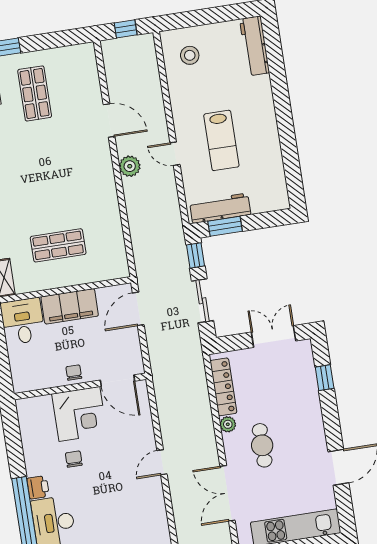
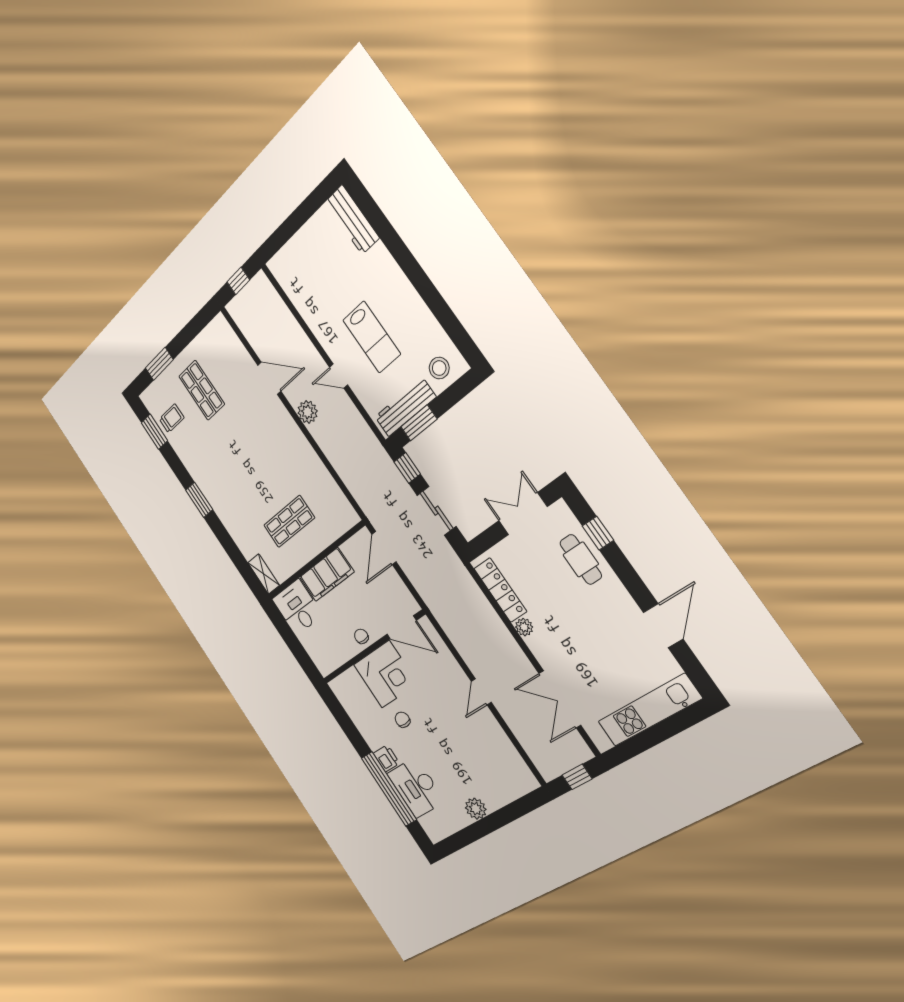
stool: (190, 55) -> (439, 368), moved
cafe table: (262, 445) -> (581, 559), moved

